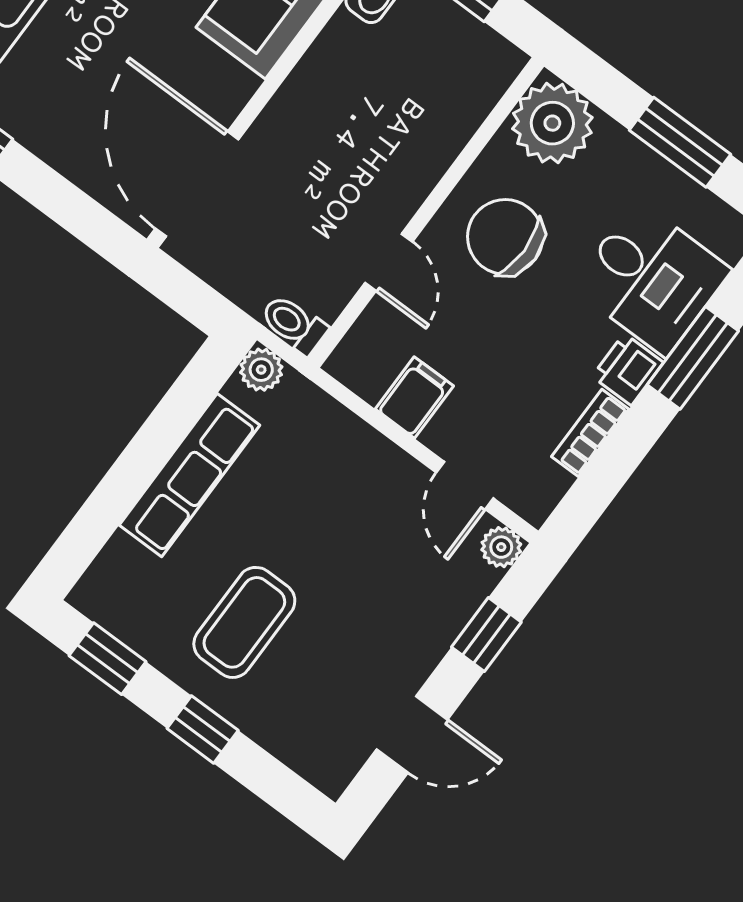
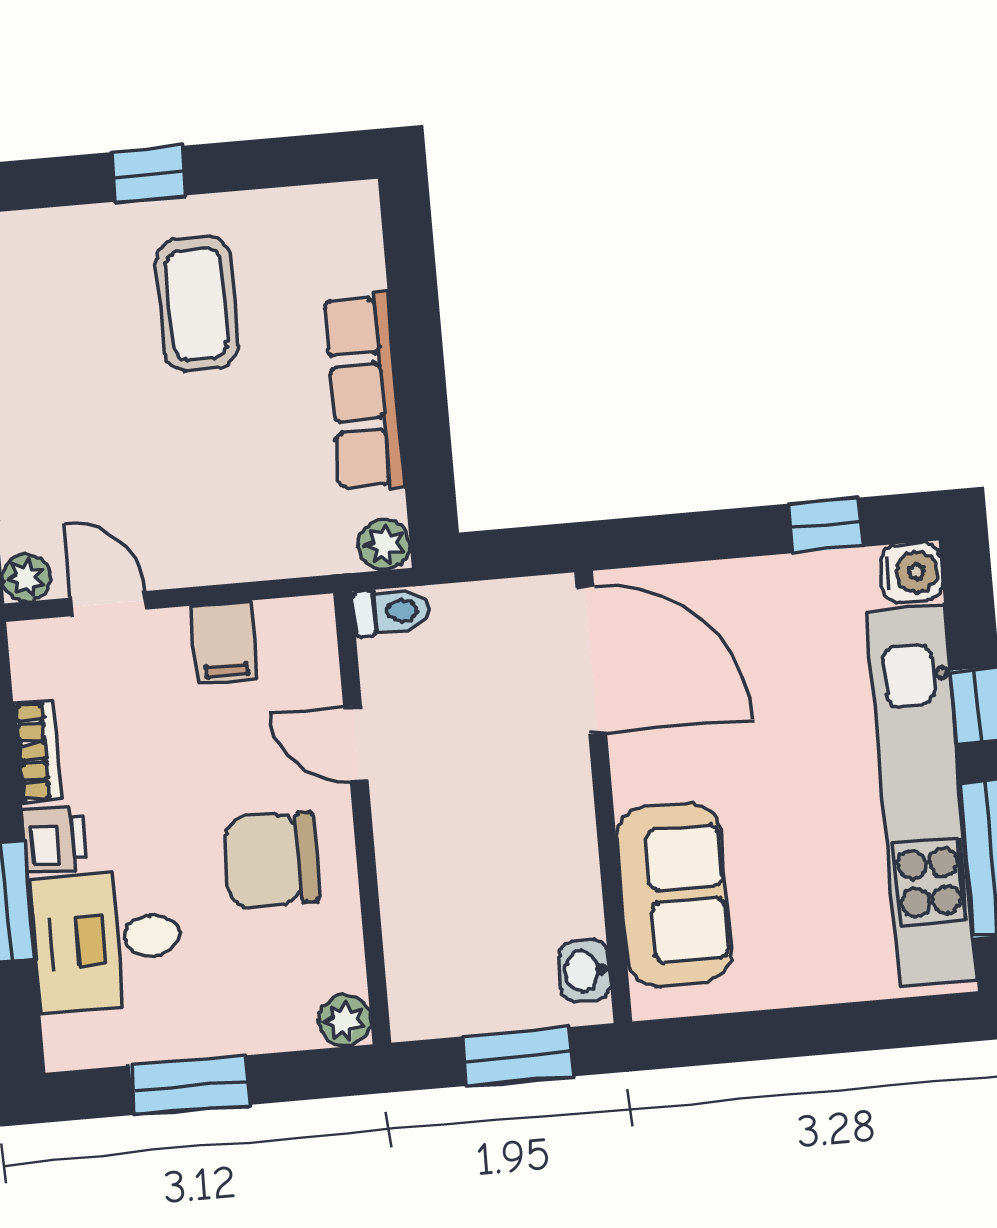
plant: (552, 123) -> (345, 1021), width x0.53, depth x0.53
chair: (505, 237) -> (271, 860), turned 180
window: (108, 659) -> (291, 161), removed

